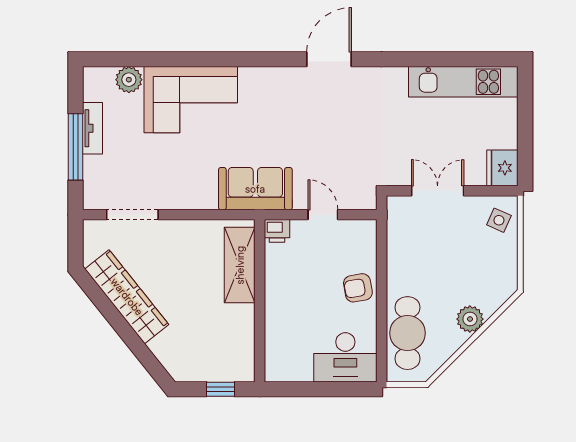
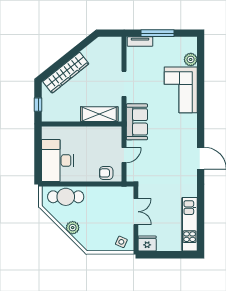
tv unit: (93, 128) -> (140, 42), moved
doorway: (132, 215) -> (124, 84), moved
printer: (277, 231) -> (116, 133), removed
armchair: (358, 288) -> (106, 173), moved, turned -80
wardrobe: (127, 297) -> (66, 73), moved
desk: (345, 357) -> (57, 161), width x1.36, depth x1.30

